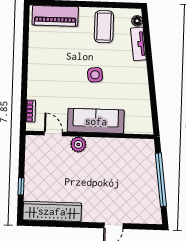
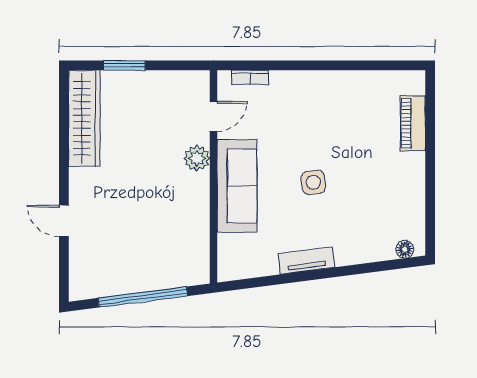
piano: (55, 16) -> (413, 123), width x0.73, depth x0.75
coffee table: (104, 27) -> (394, 195), removed
tv unit: (138, 44) -> (306, 260), moved
window: (21, 186) -> (124, 65), width x1.50

